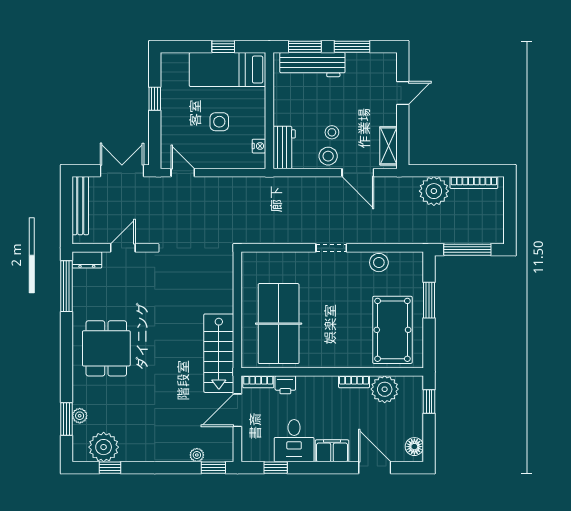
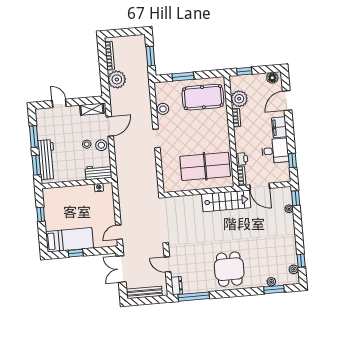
bed: (228, 70) -> (70, 240), moved, turned -90
side table: (219, 122) -> (86, 213), removed
window: (467, 250) -> (150, 56), width x0.69
dining table: (106, 348) -> (229, 269), turned 90
plant: (104, 447) -> (294, 269), width x0.53, depth x0.53

